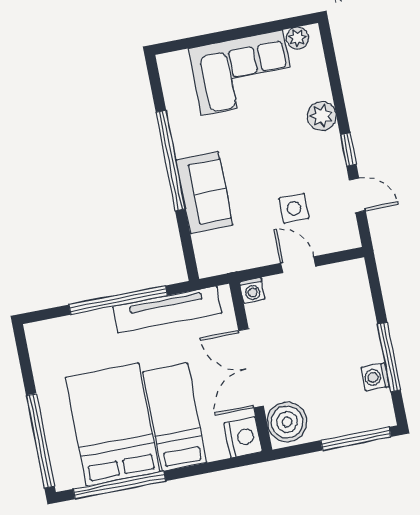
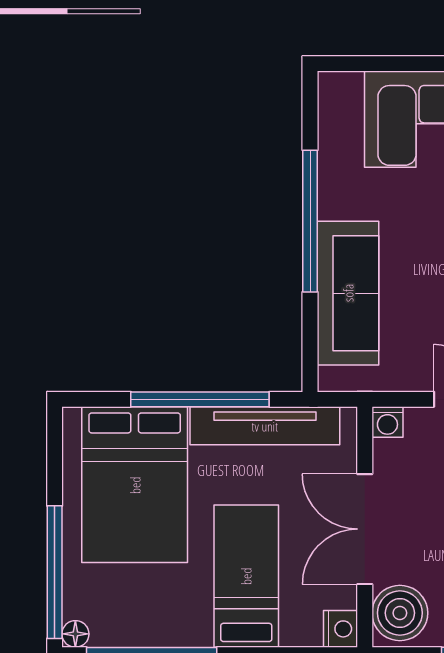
sofa: (204, 193) -> (348, 293), width x1.36
bed: (113, 425) -> (135, 485), moved, turned 180
nightstand: (243, 437) -> (340, 629), width x0.74, depth x0.75
floor lamp: (63, 481) -> (75, 634), added

